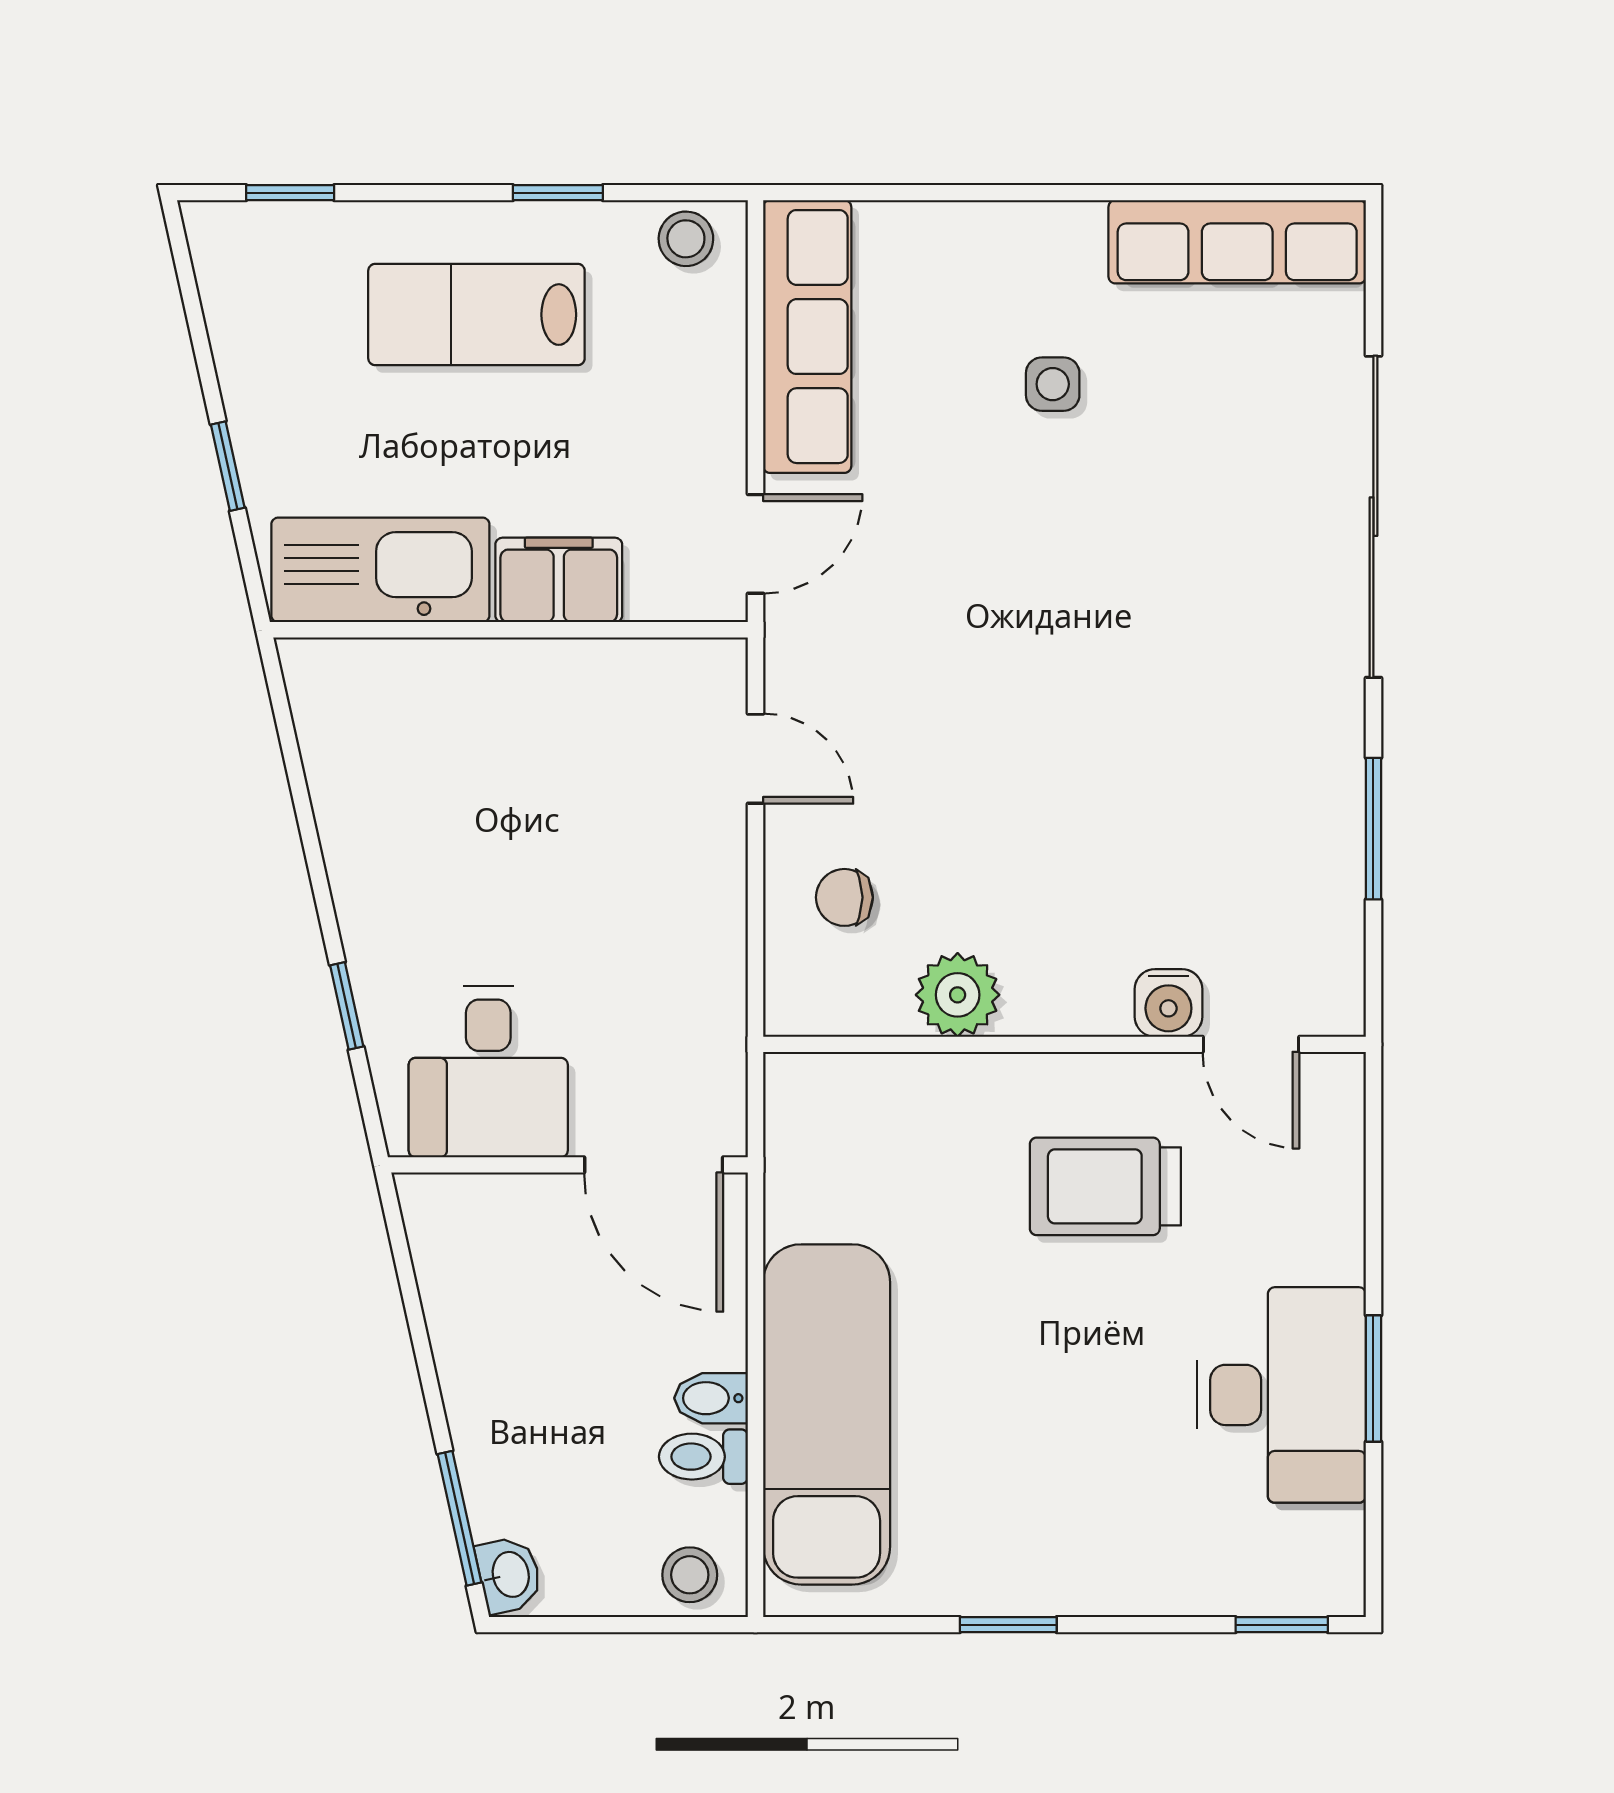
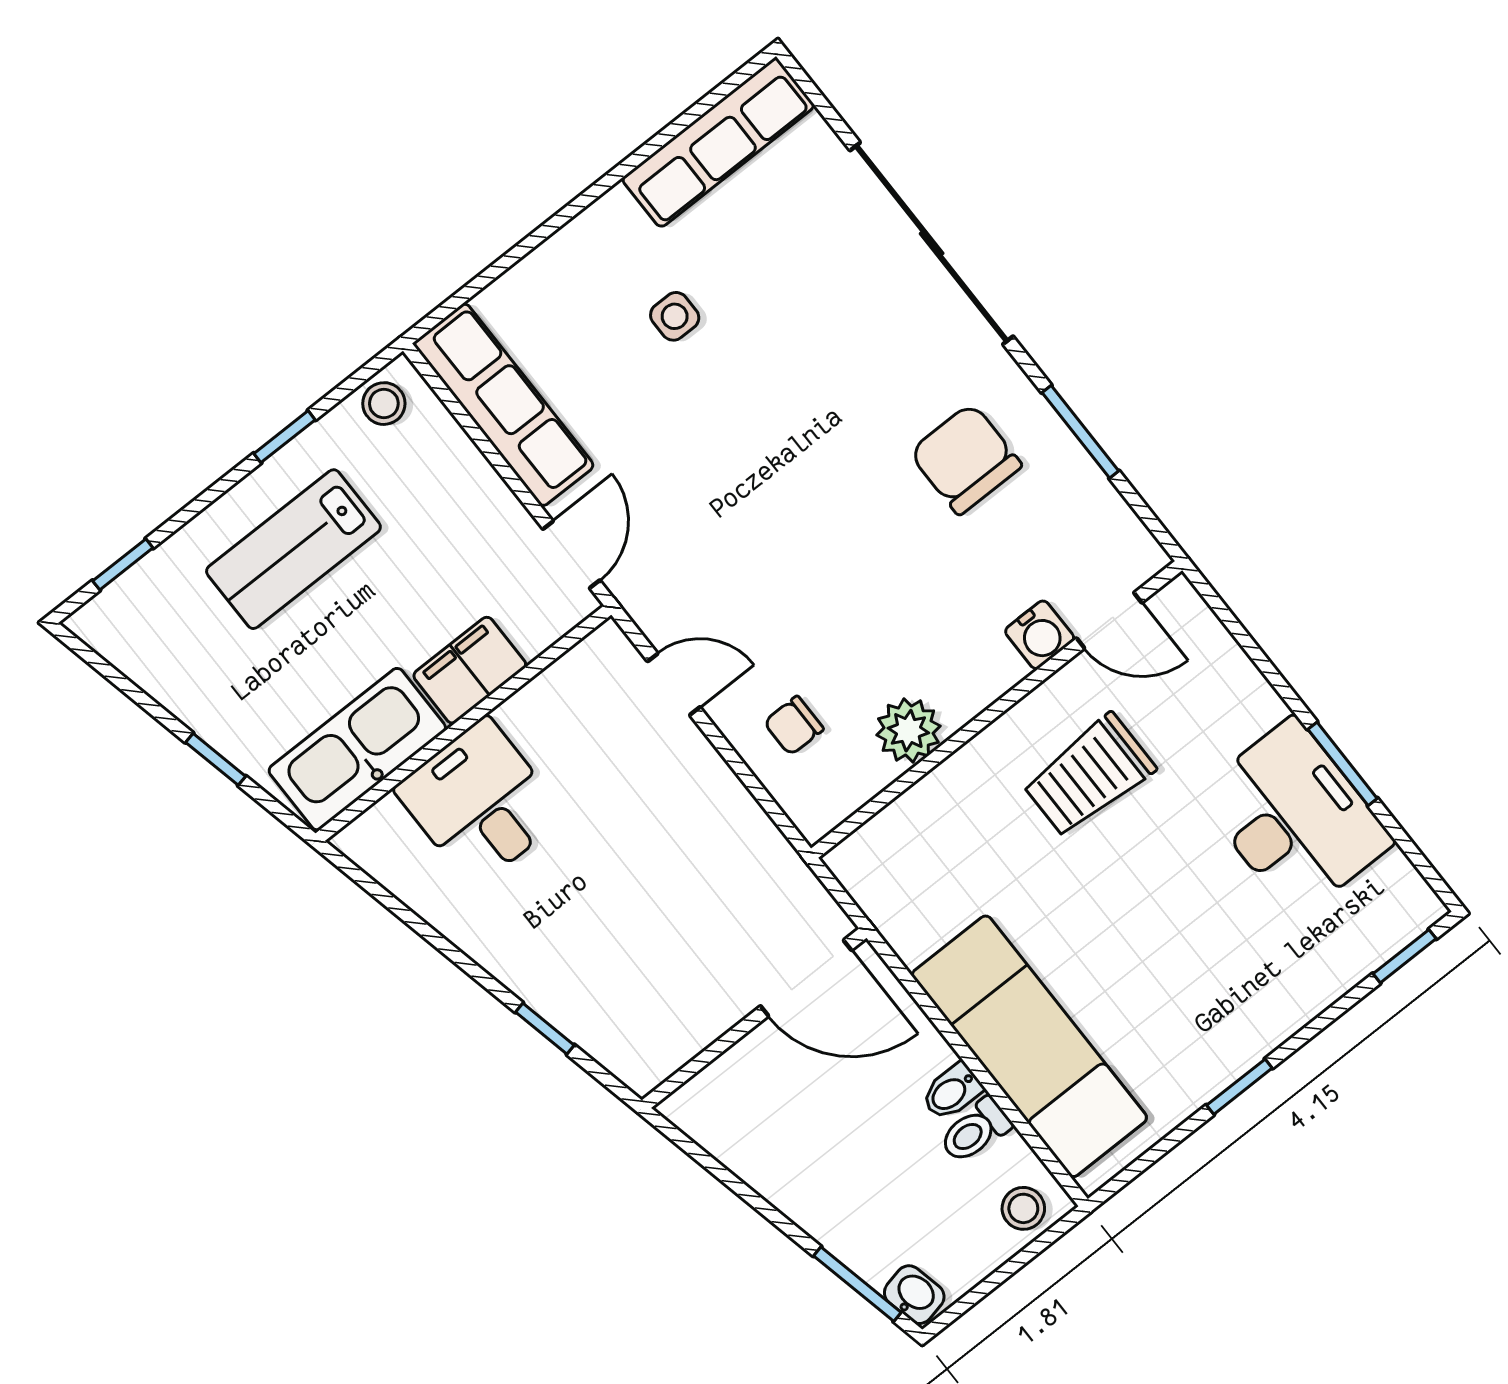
chair: (1235, 764) -> (966, 459), added
desk: (488, 1072) -> (480, 802), moved, turned 180

